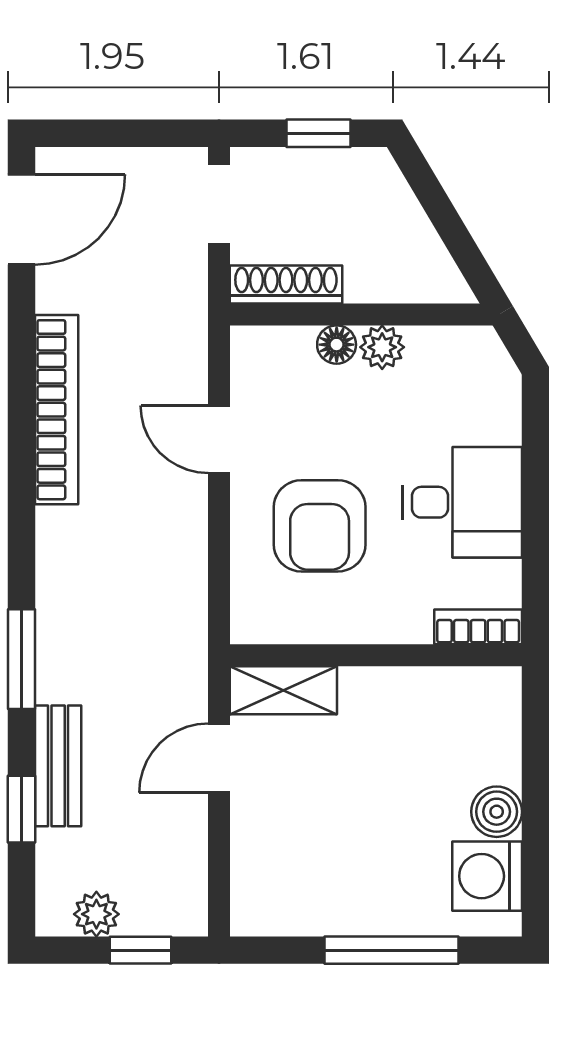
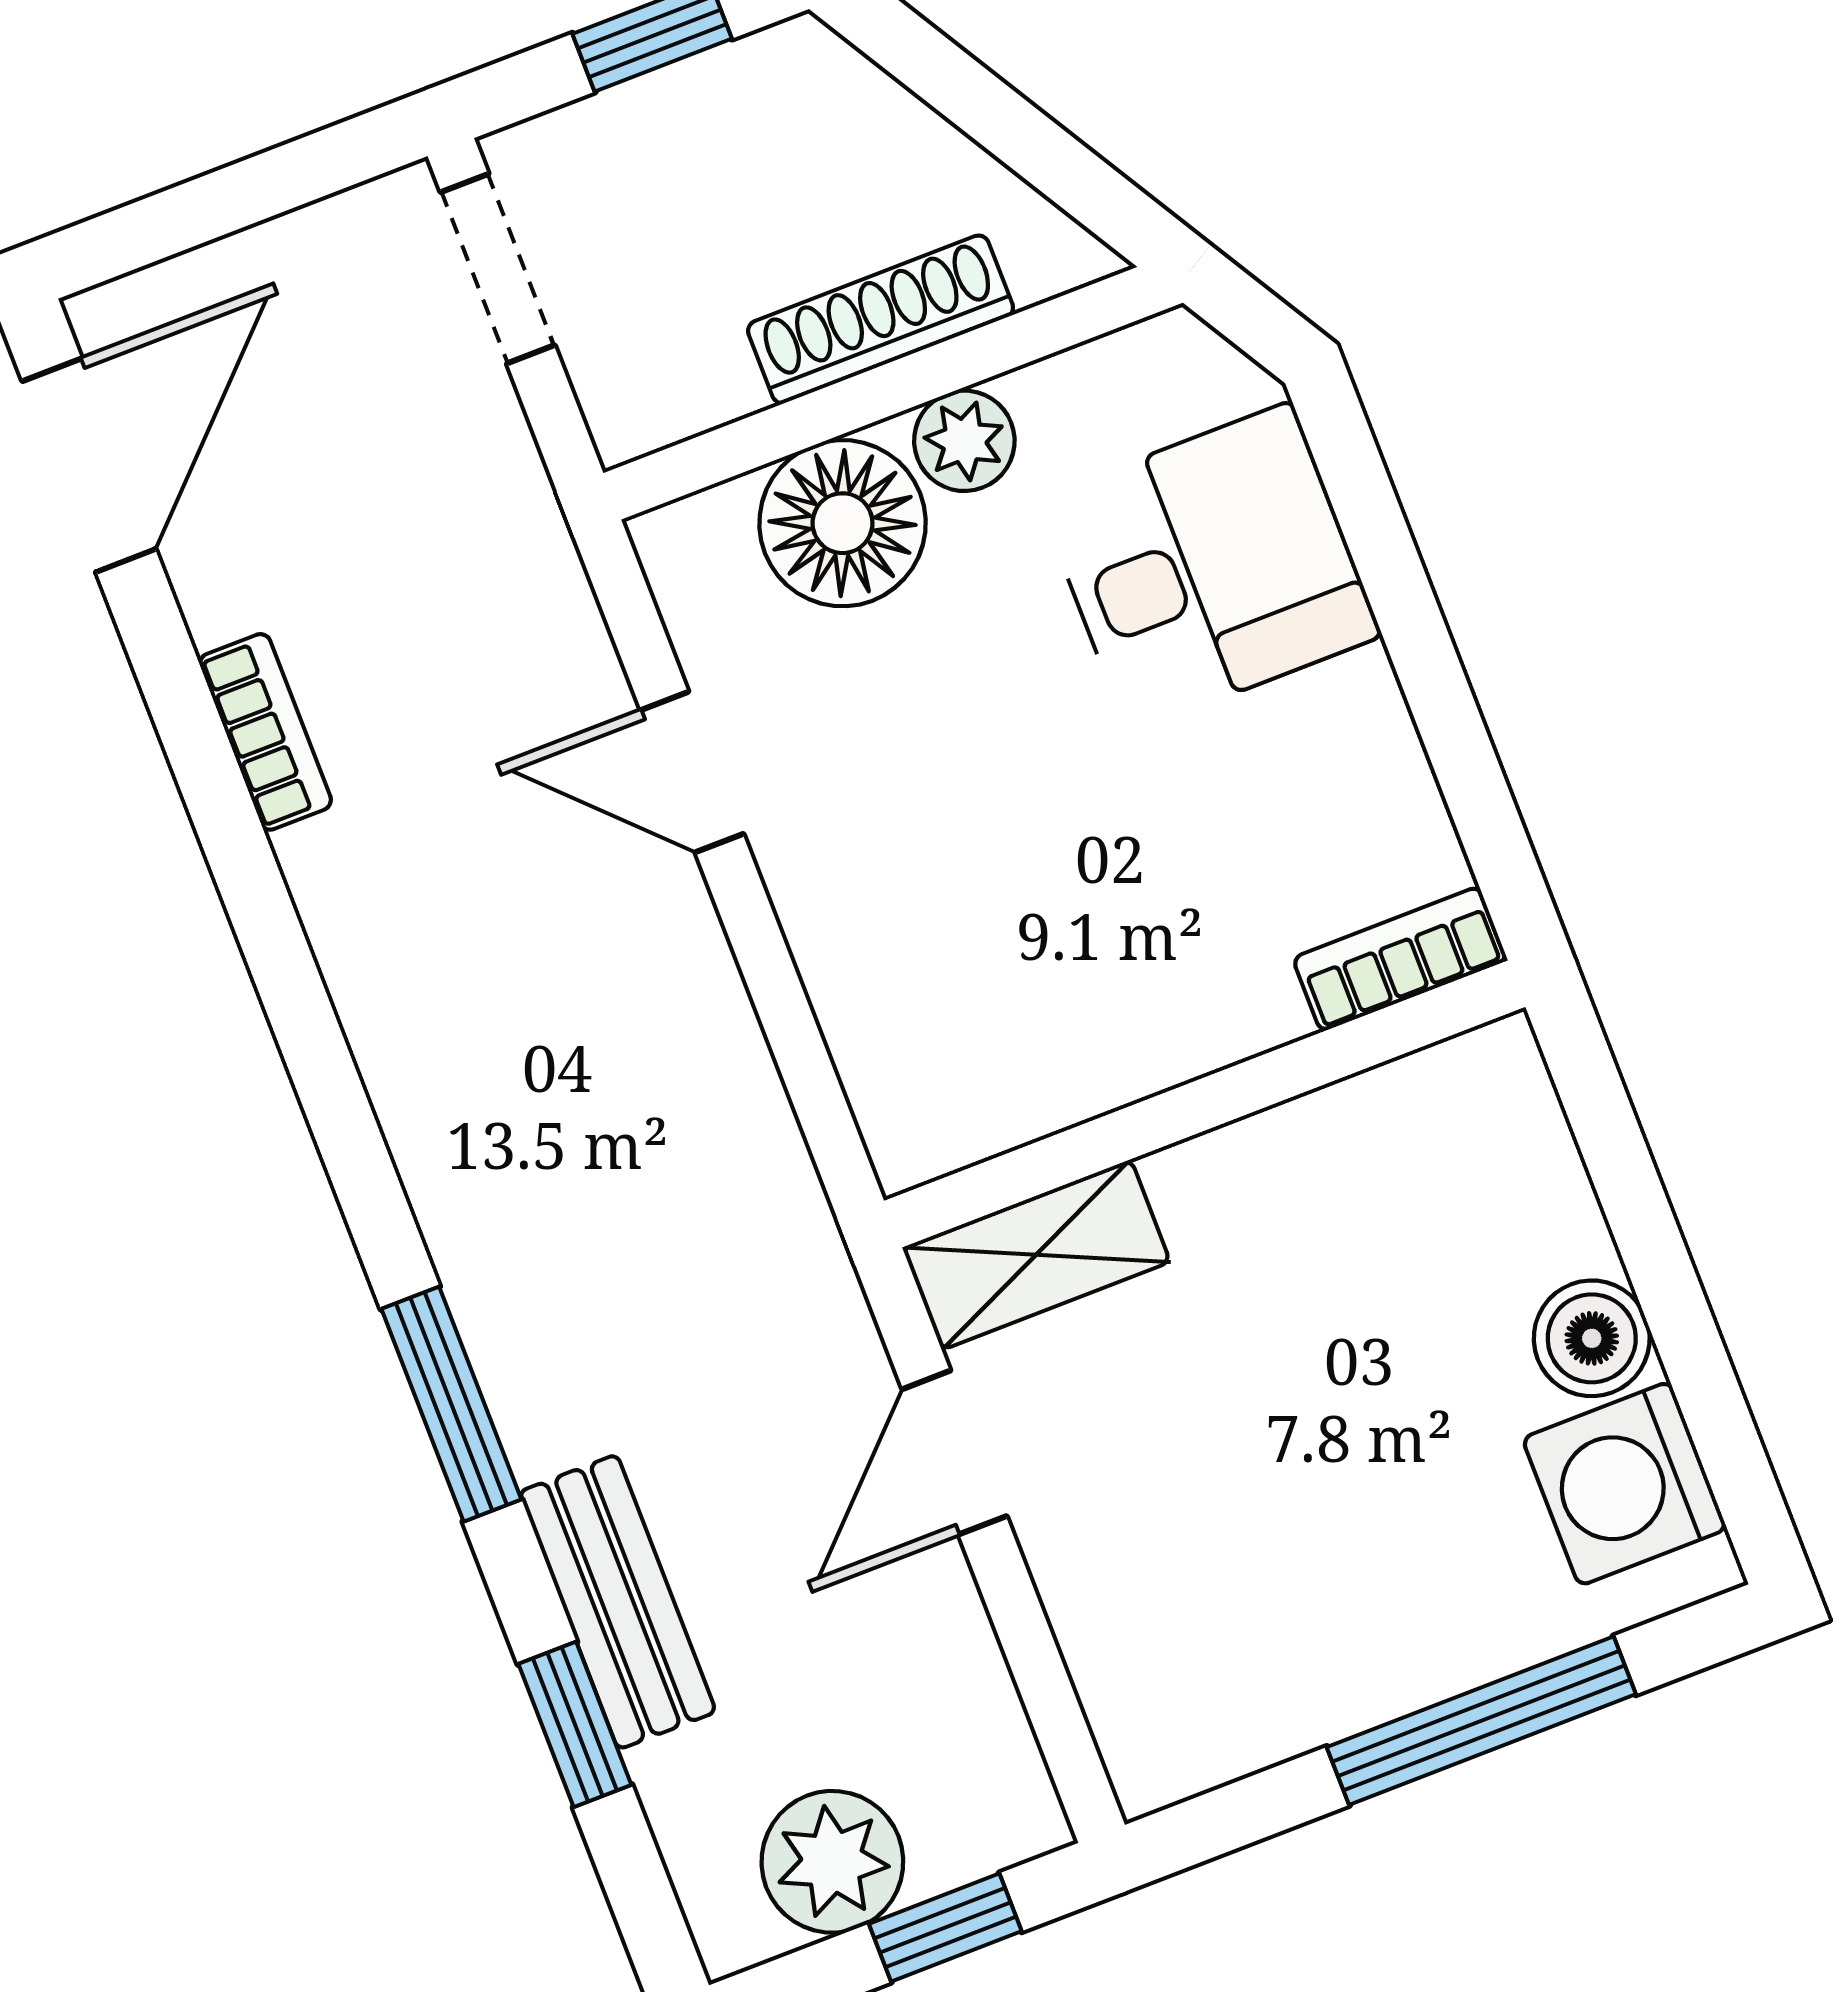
shoe rack: (286, 285) -> (881, 319), moved
floor lamp: (337, 345) -> (843, 523), width x1.89, depth x1.89
bookcase: (57, 410) -> (265, 732), width x0.43, depth x0.76
desk: (462, 502) -> (1210, 567), moved
armchair: (320, 526) -> (978, 874), removed
plant: (96, 914) -> (832, 1862), width x1.38, depth x1.38

